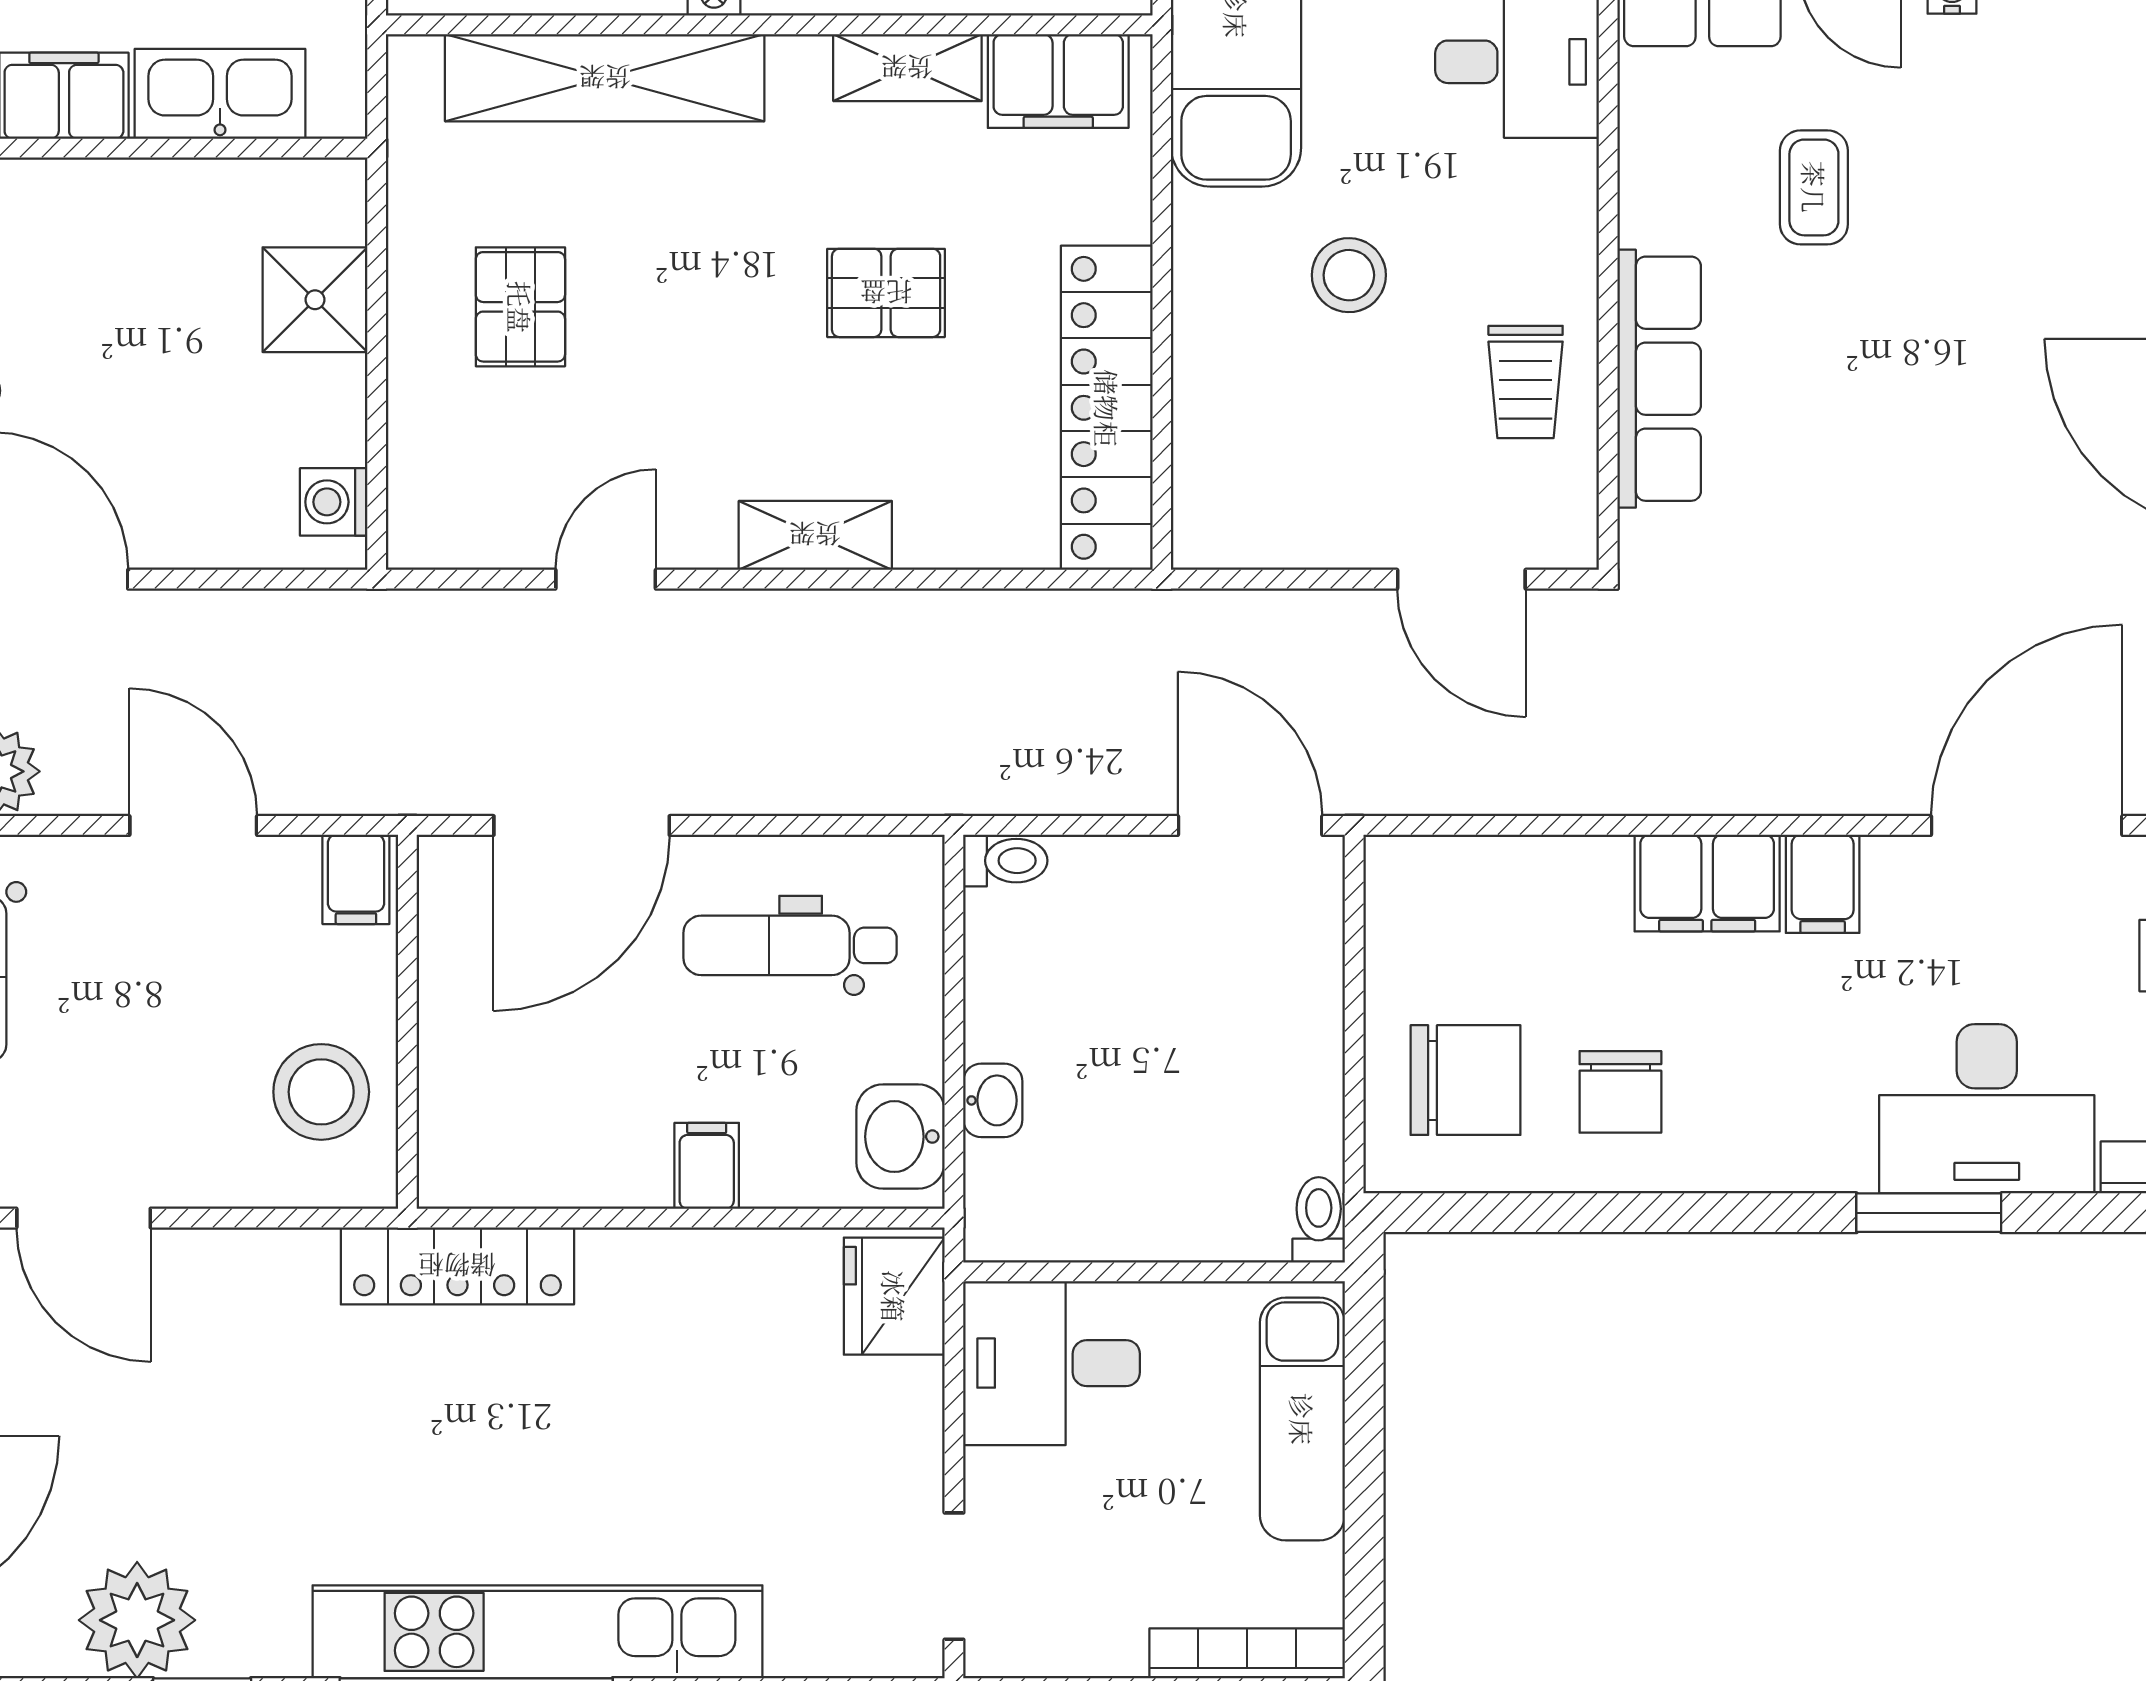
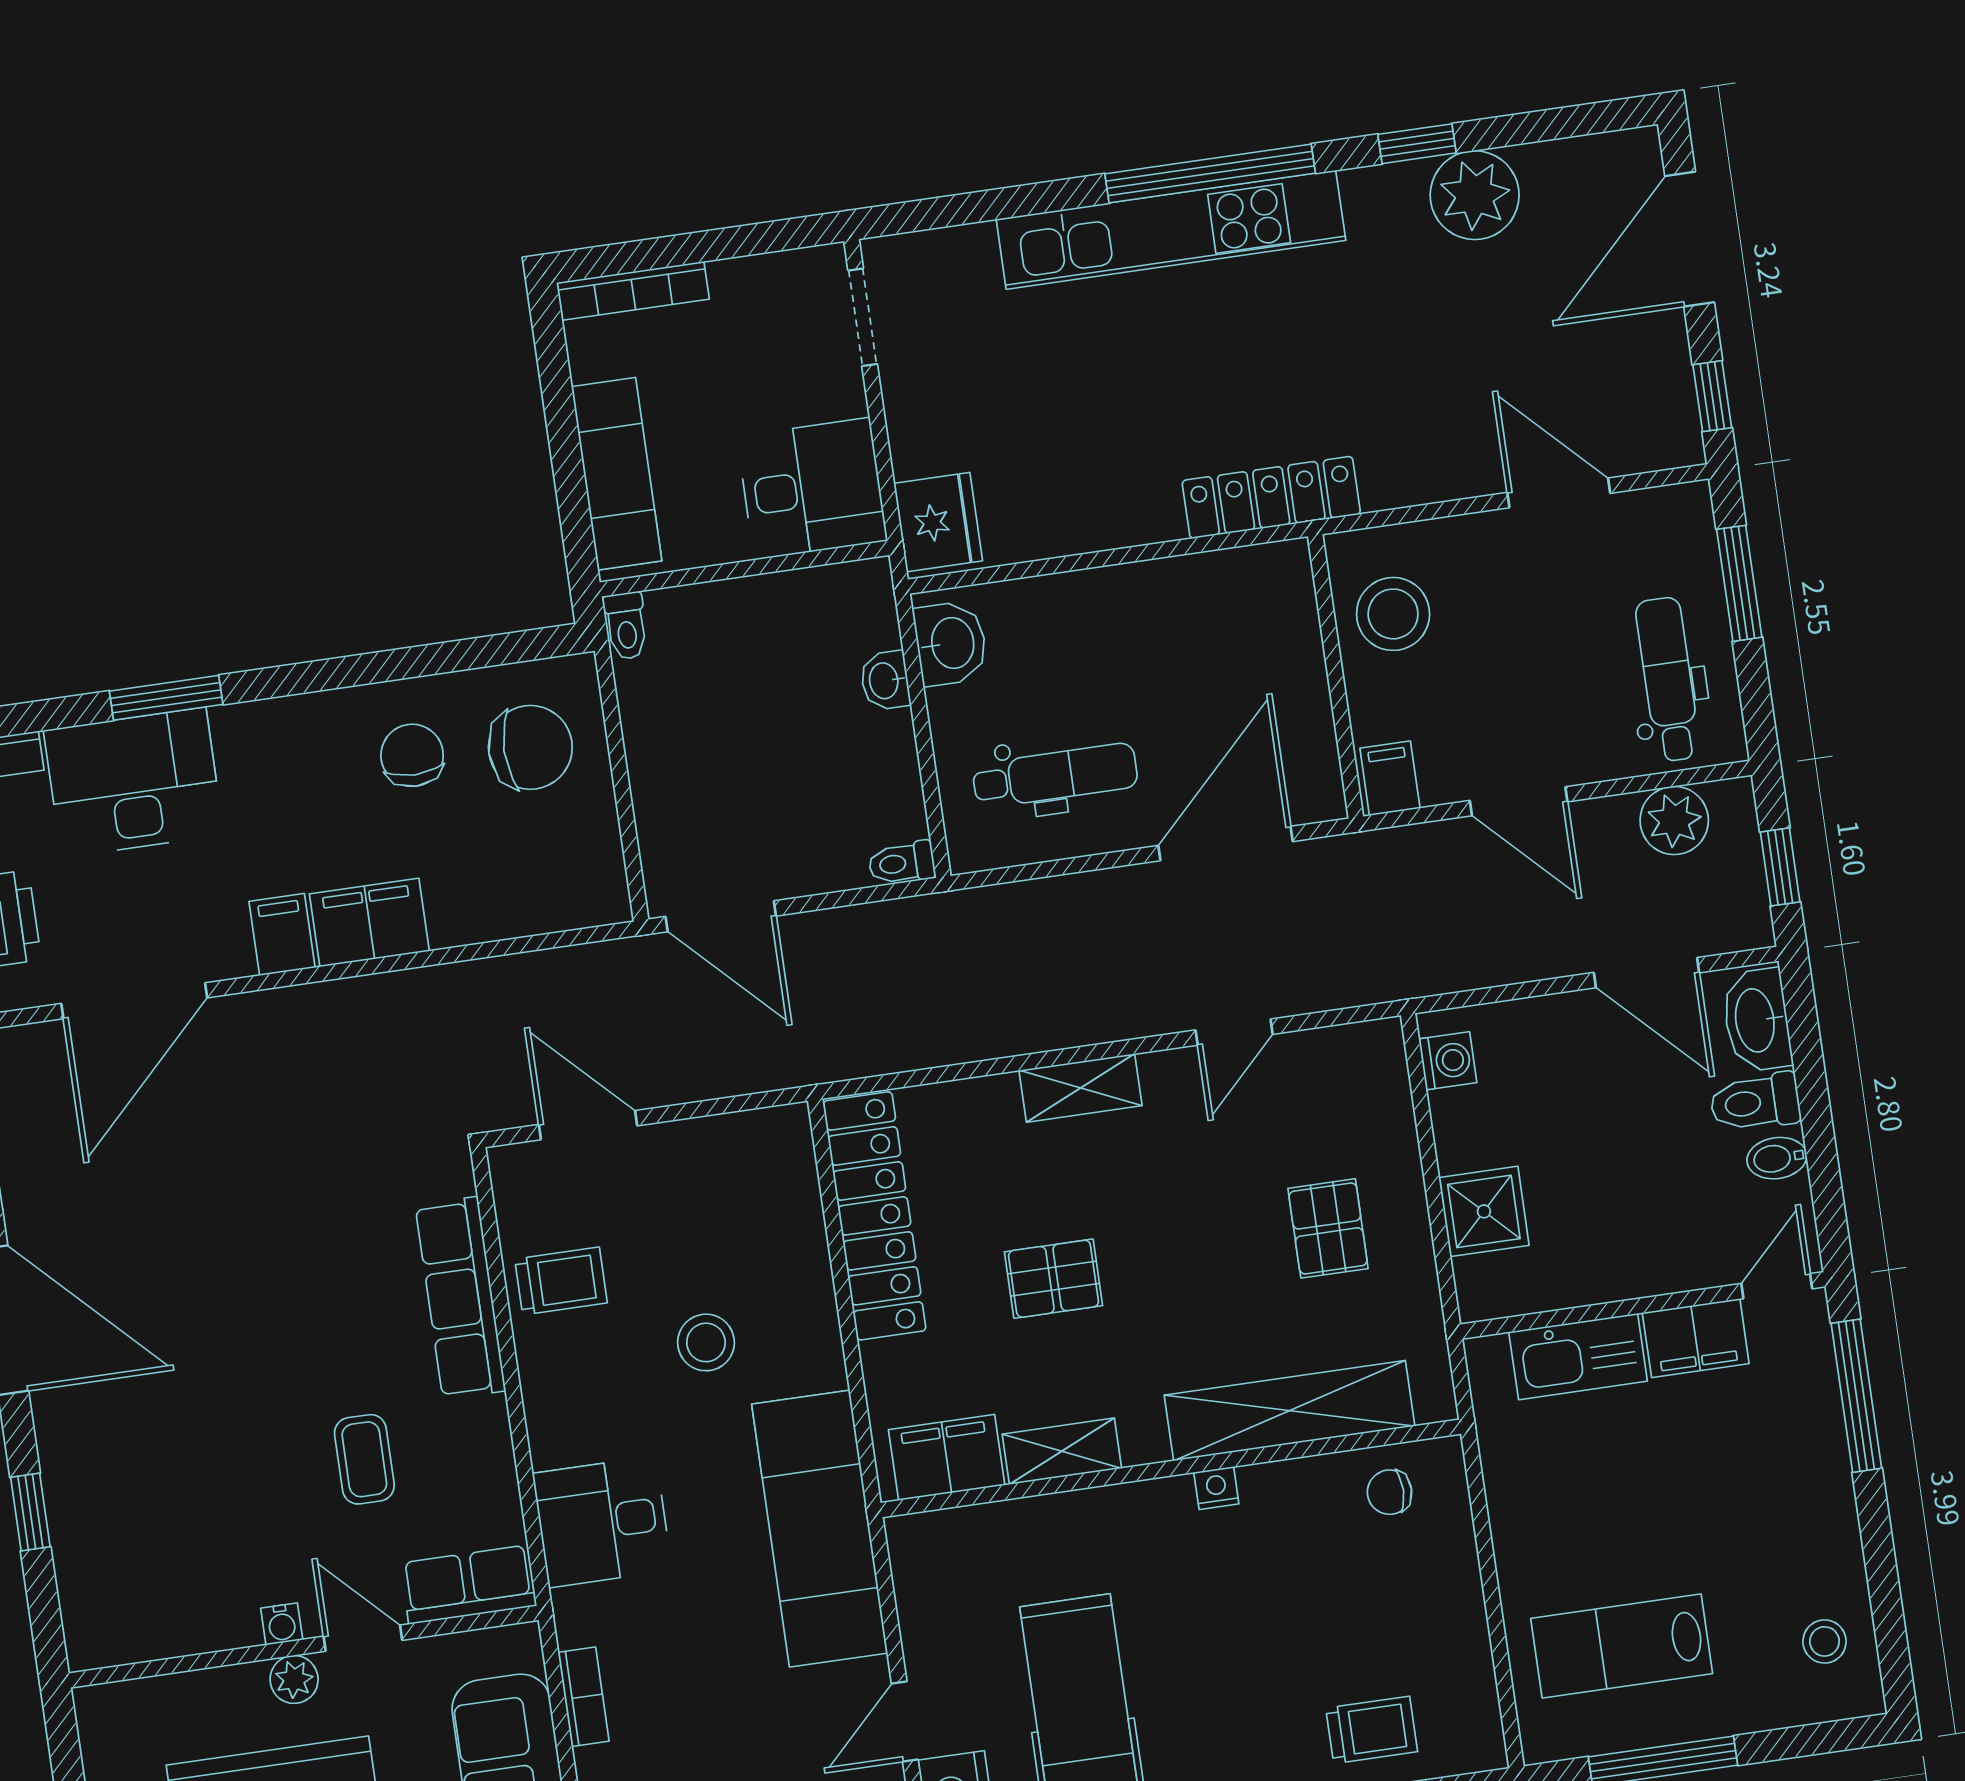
trolley: (1526, 382) -> (561, 1281), turned 90
chair: (1465, 1080) -> (530, 747), turned 180
filing cabinet: (707, 1166) -> (1094, 600), removed

